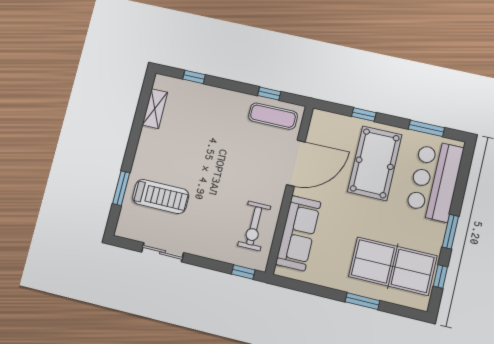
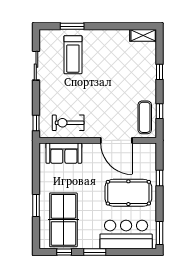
window: (194, 77) -> (160, 72), moved
shelving: (155, 109) -> (143, 35), moved
window: (426, 128) -> (160, 233), moved
sofa: (298, 233) -> (64, 153), width x0.73

